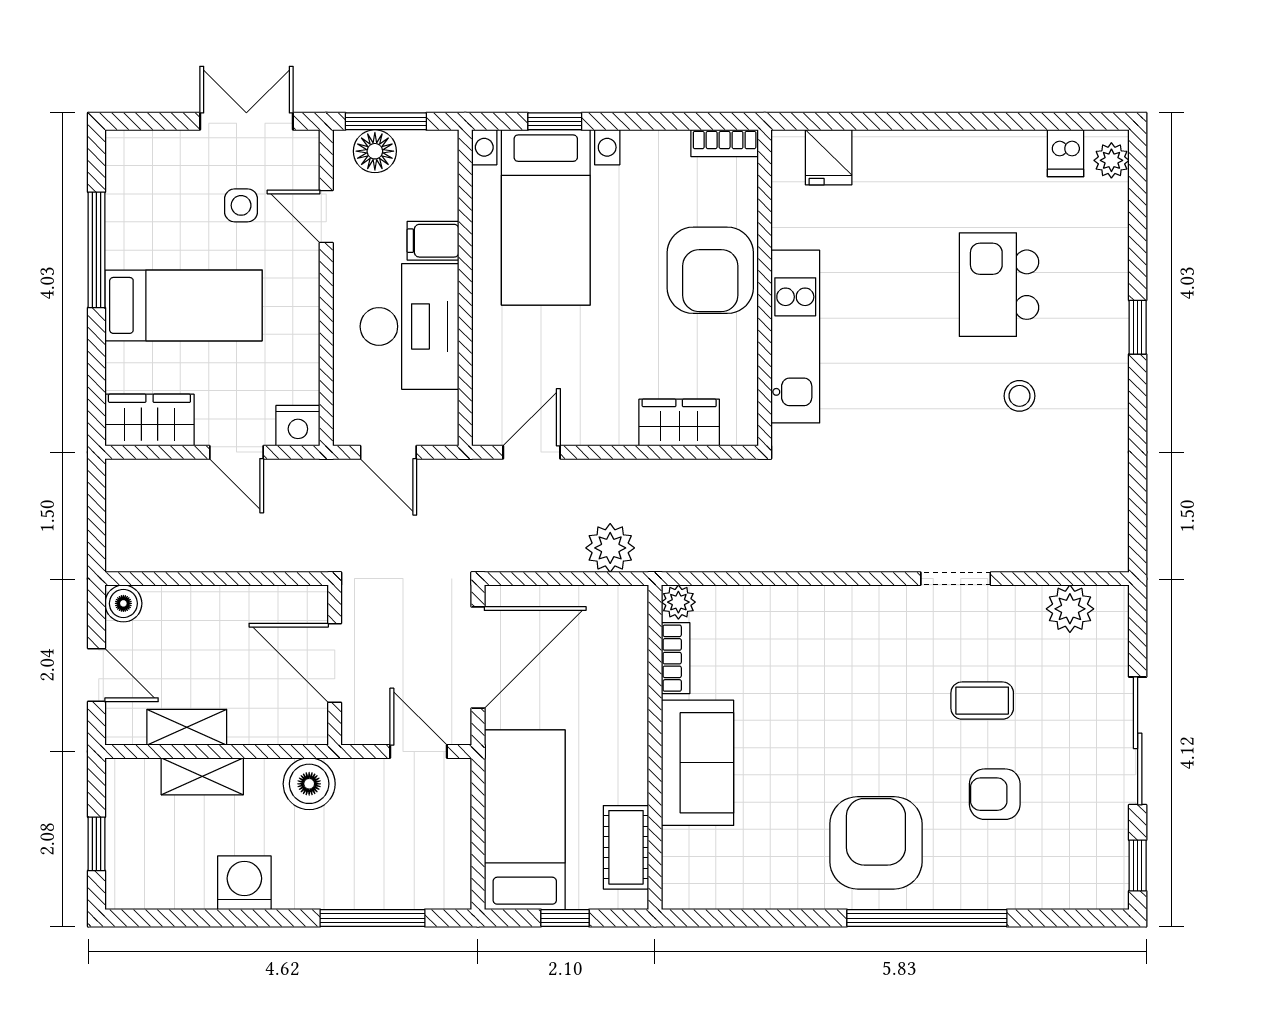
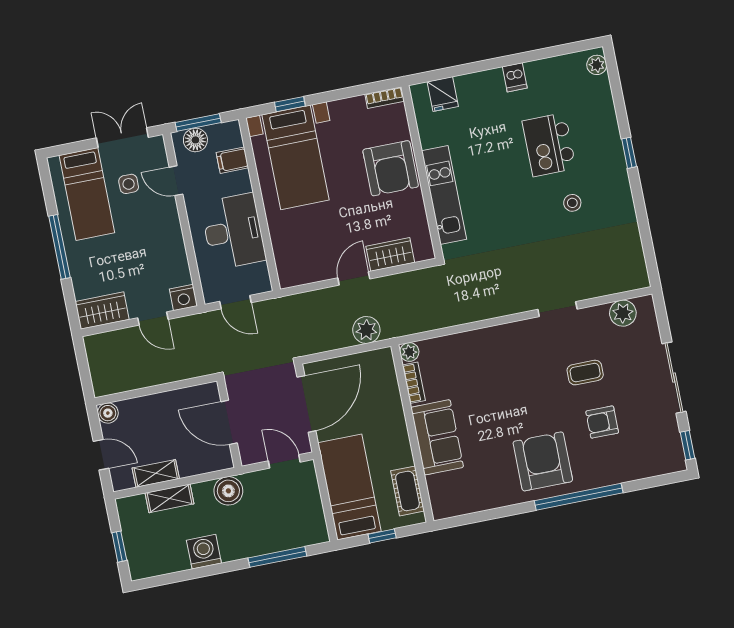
dishwasher: (1065, 153) -> (515, 77), moved
filing cabinet: (433, 241) -> (232, 160), moved
window: (96, 250) -> (59, 247), moved
bed: (184, 305) -> (87, 194), moved, turned 90
door: (532, 452) -> (354, 278), moved

